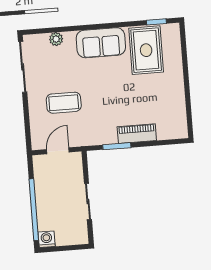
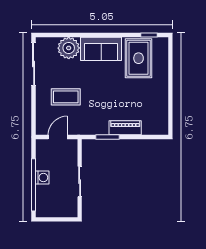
plant: (56, 39) -> (69, 48), width x1.88, depth x1.88
washing machine: (47, 239) -> (42, 178), moved, turned 90

